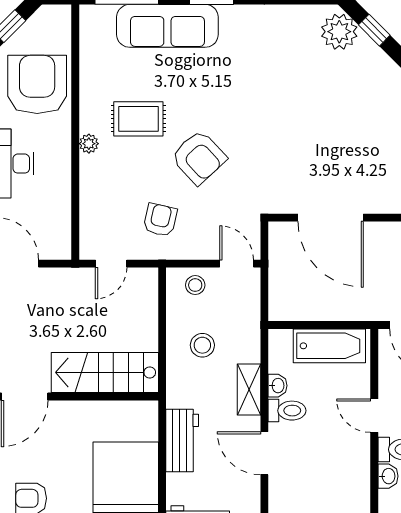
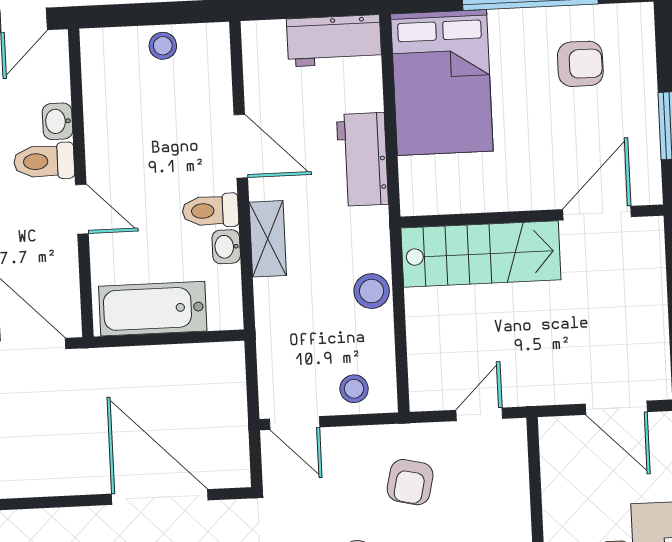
stool: (202, 345) -> (372, 291), moved

